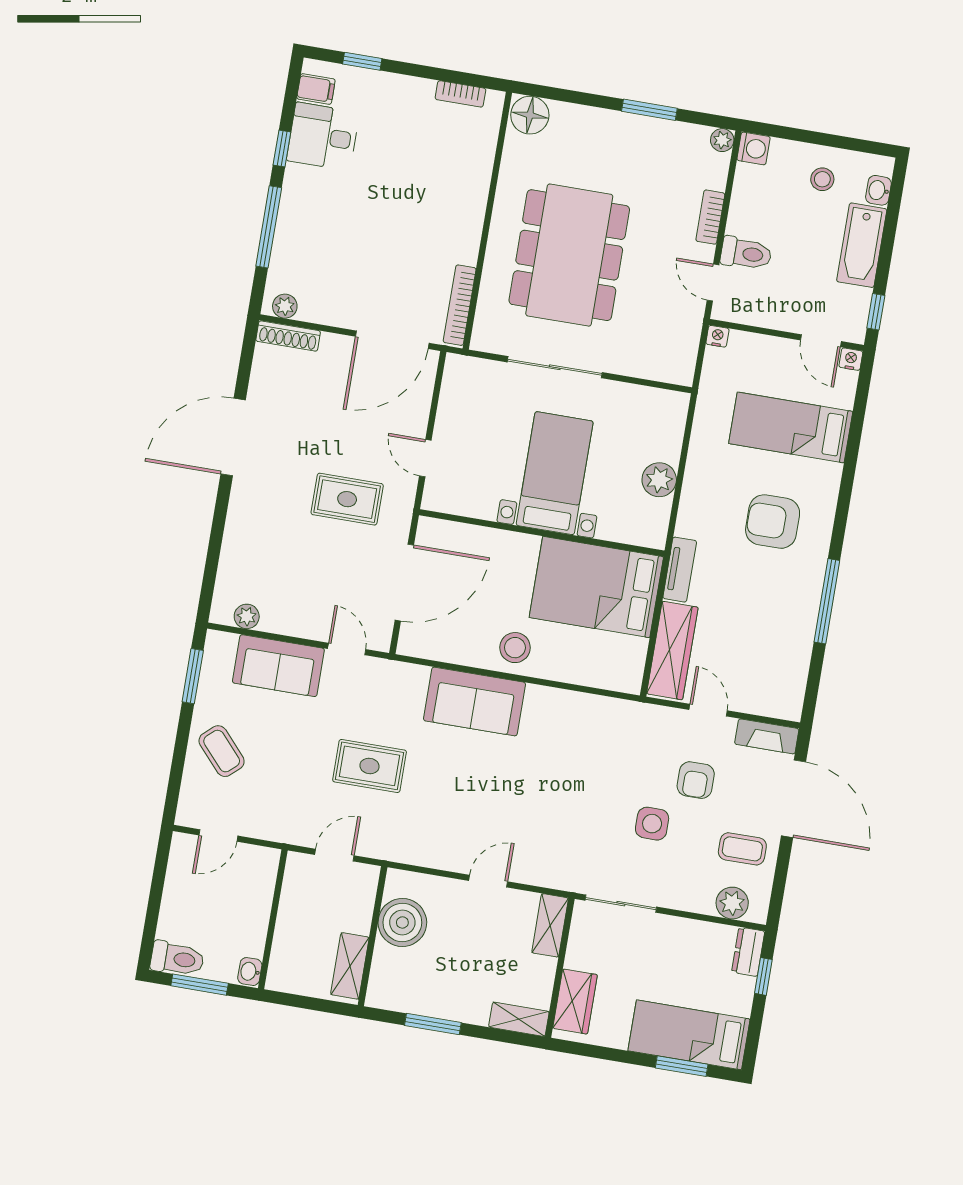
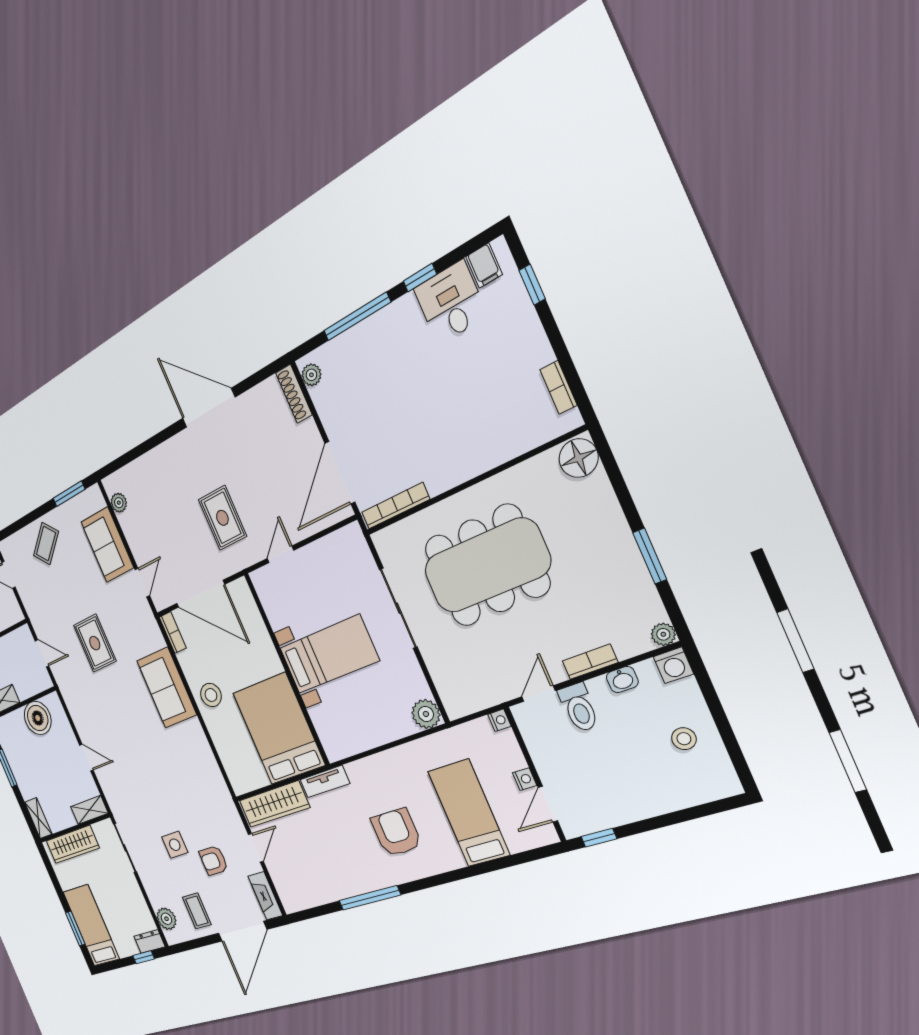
washbasin: (878, 190) -> (622, 680), moved, turned 180
bathtub: (862, 245) -> (647, 800), removed
door: (392, 340) -> (340, 473), hinge flipped
nightstand: (851, 359) -> (525, 779), moved
plant: (659, 480) -> (426, 714), moved
bookcase: (422, 648) -> (173, 632), added
wardrobe: (575, 1001) -> (73, 844), width x1.50

